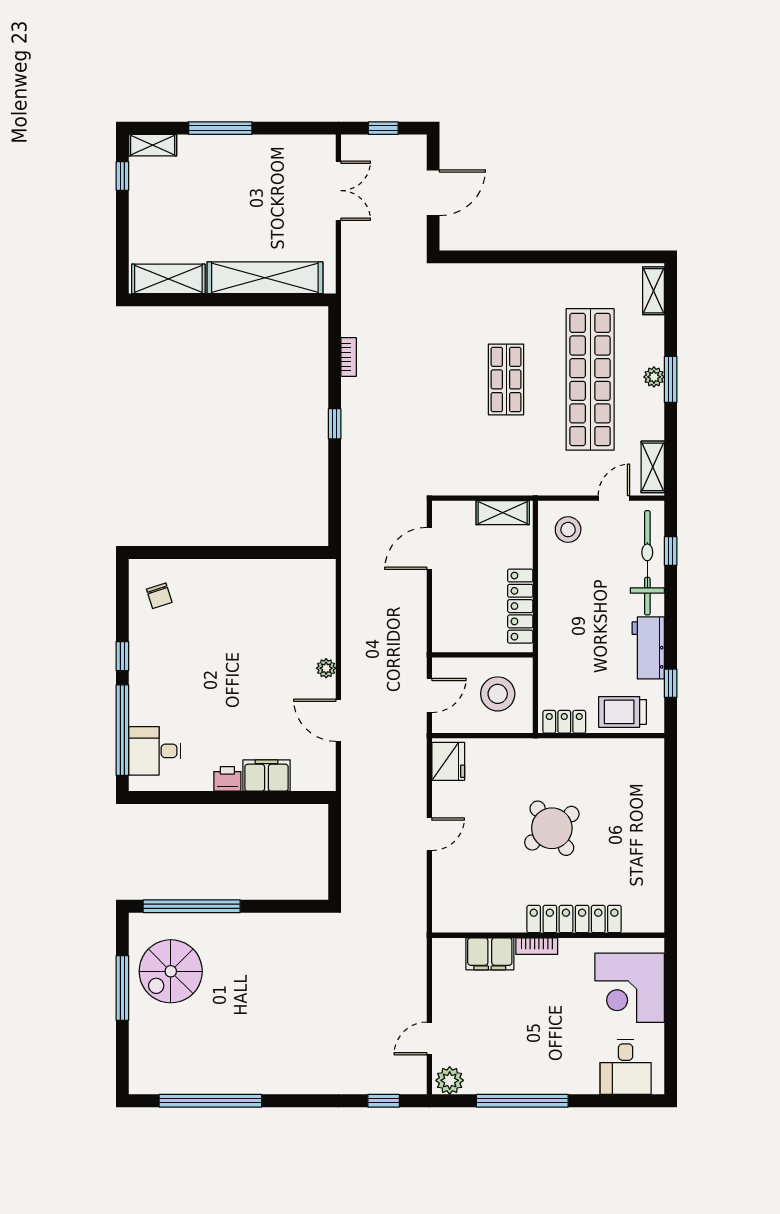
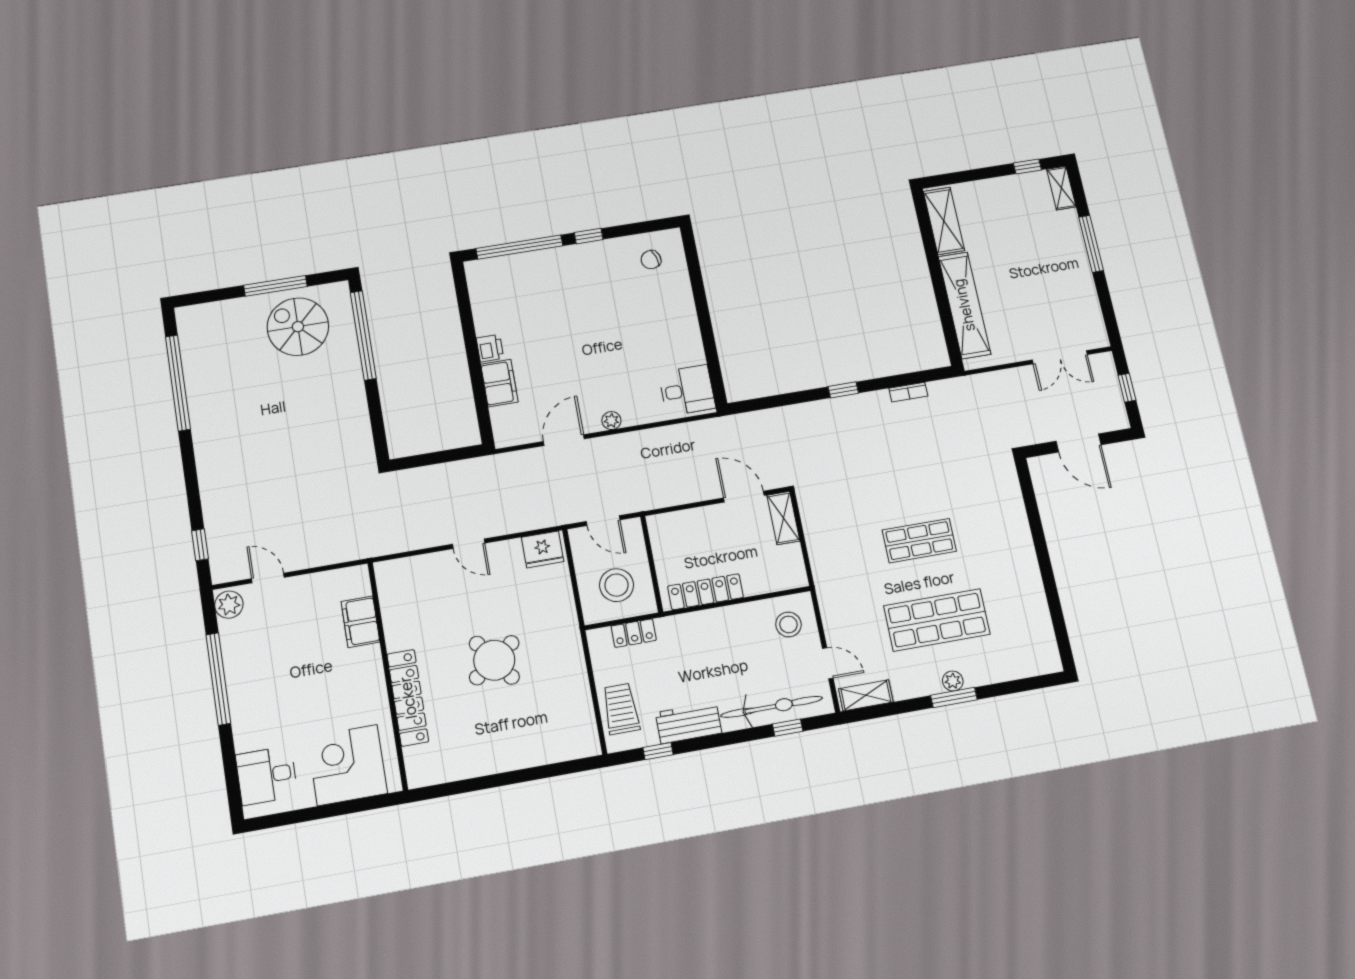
shelving: (653, 291) -> (1035, 666), removed
shop shelf: (590, 379) -> (937, 620), width x0.71
shelving: (503, 513) -> (783, 518), moved
locker: (564, 722) -> (634, 633), moved, turned 90
desk: (155, 751) -> (687, 390), moved, turned 90
bookcase: (537, 946) -> (375, 666), removed

